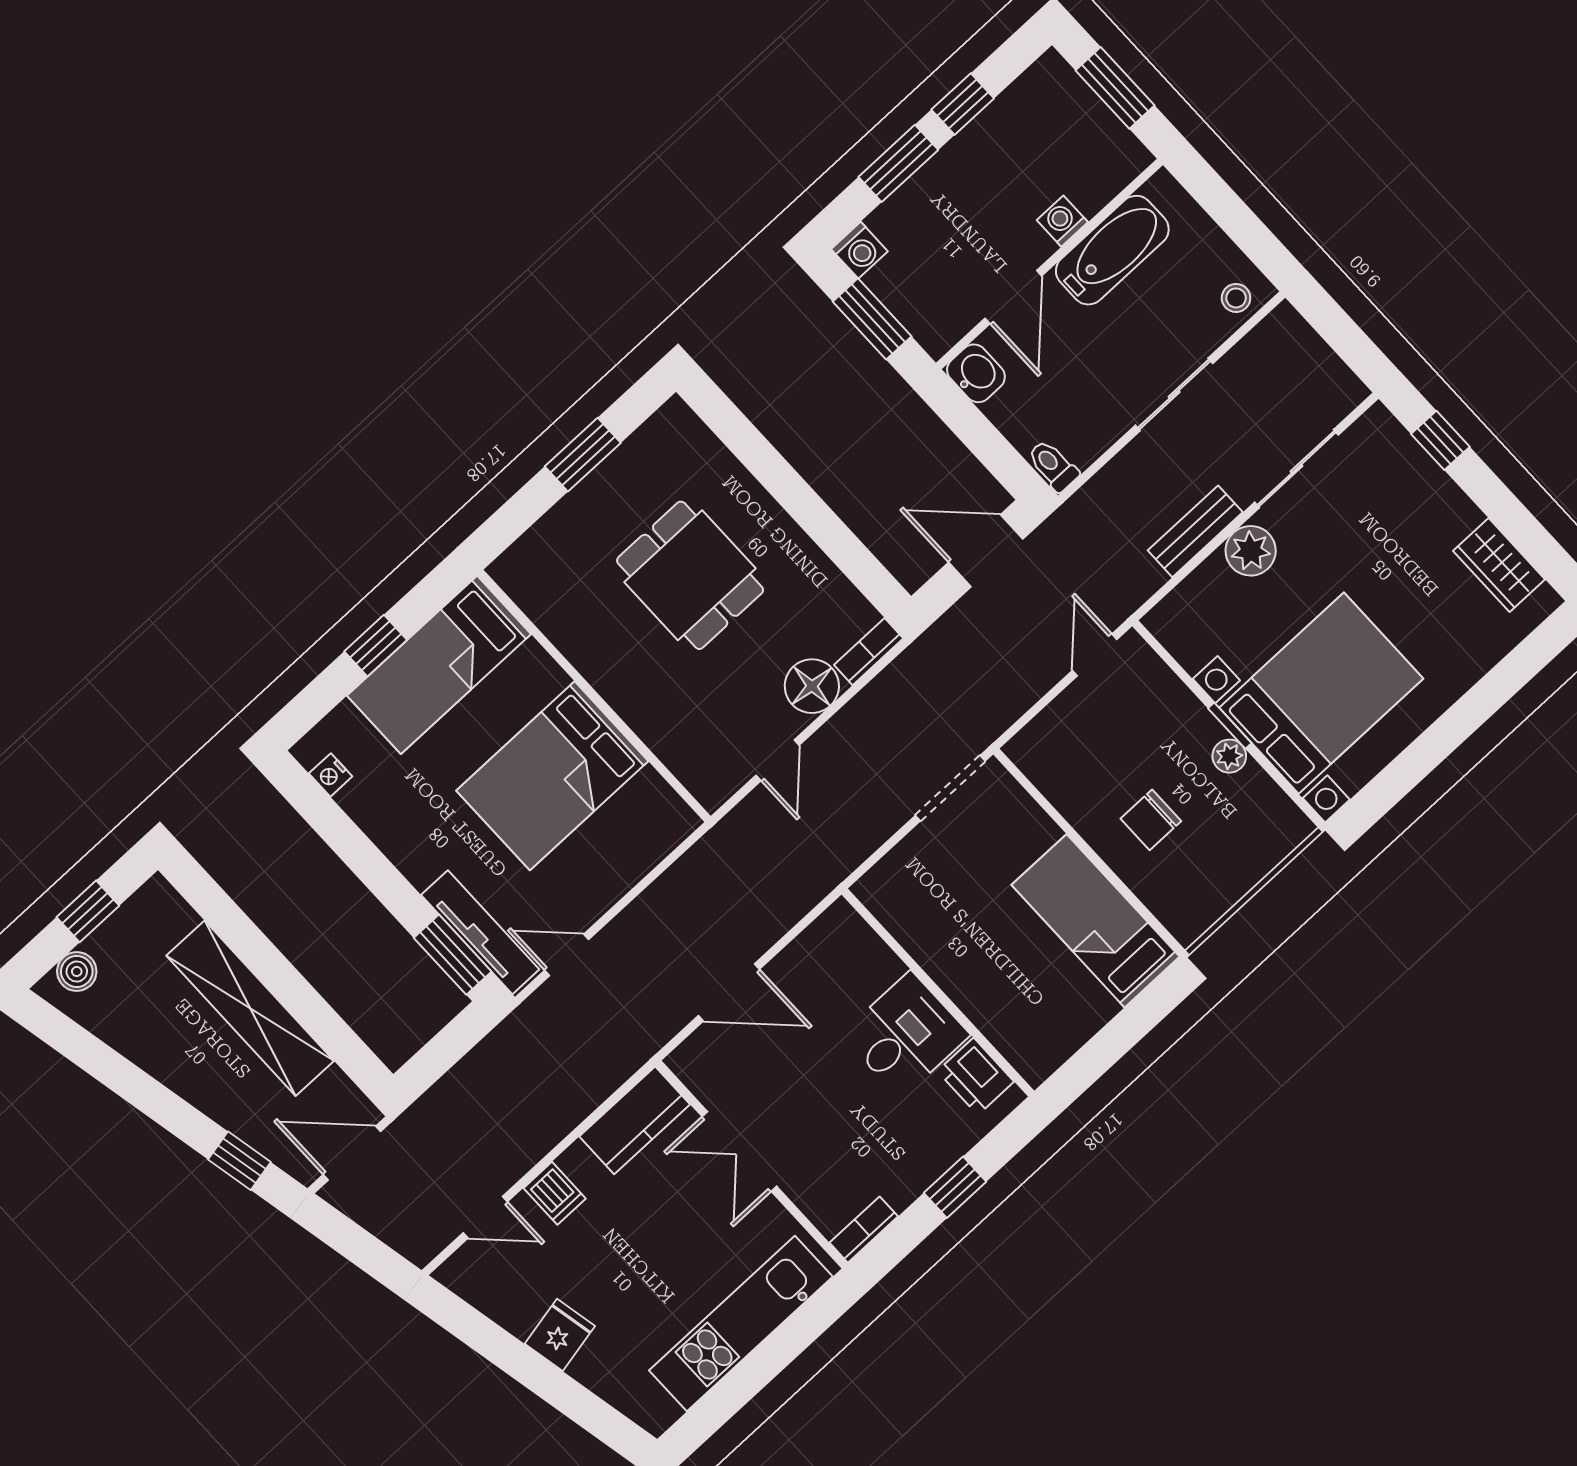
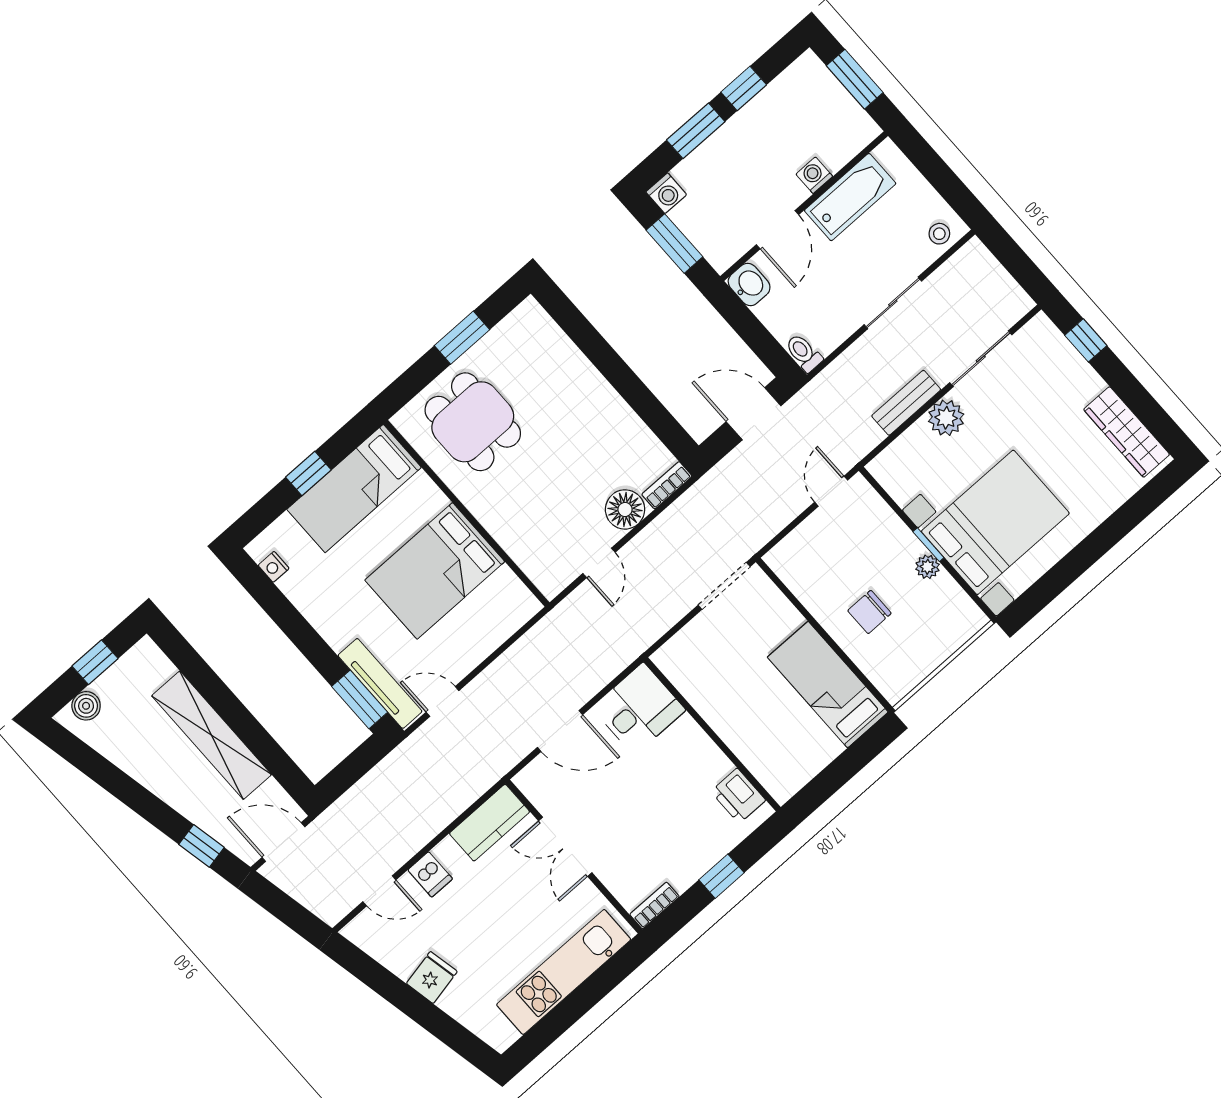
wardrobe: (1499, 565) -> (1127, 432), width x1.50
dining table: (690, 575) -> (473, 422), moved
desk: (906, 1035) -> (639, 709), moved

